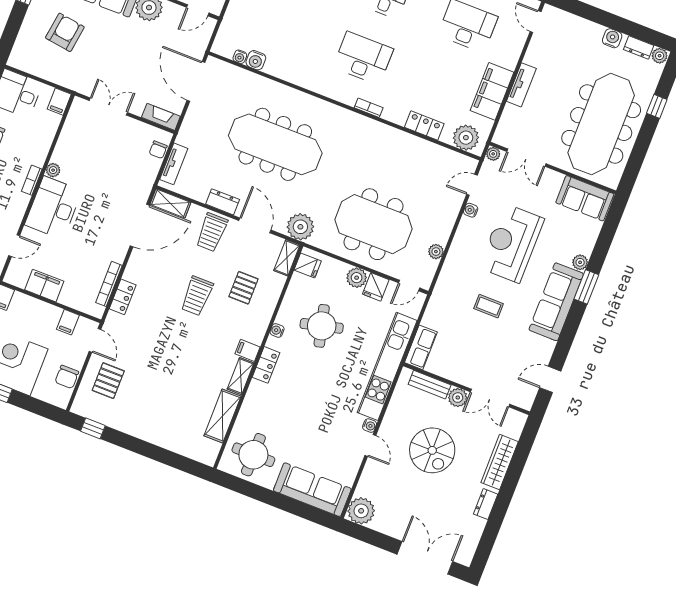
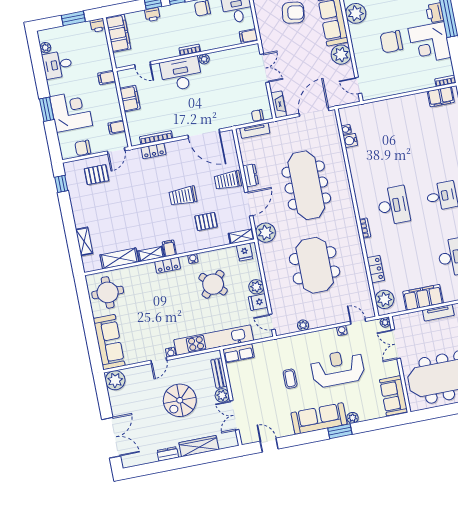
shelving: (170, 203) -> (84, 241), moved
meeting table: (373, 224) -> (315, 265), moved
round table: (322, 326) -> (213, 284), turned -31

